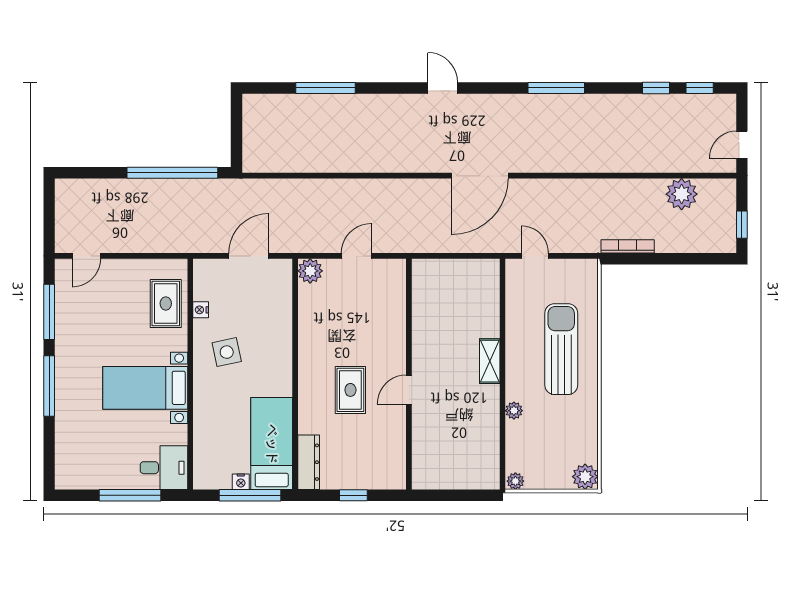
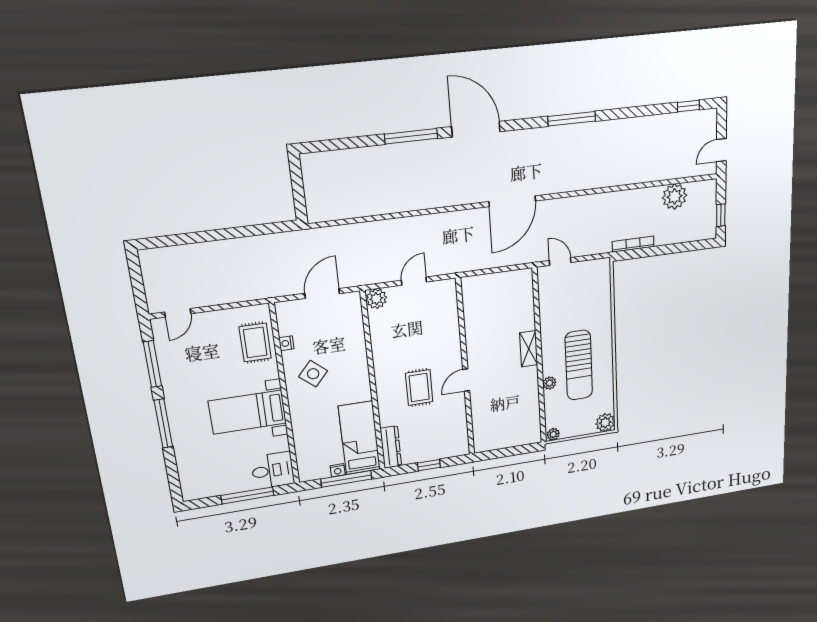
window: (326, 88) -> (411, 136), moved
door: (443, 88) -> (476, 129), width x1.88
window: (656, 88) -> (653, 110), removed
window: (172, 173) -> (245, 231), removed
sun lounger: (561, 349) -> (579, 365), moved, turned 180
side table: (227, 352) -> (313, 374), turned -37

